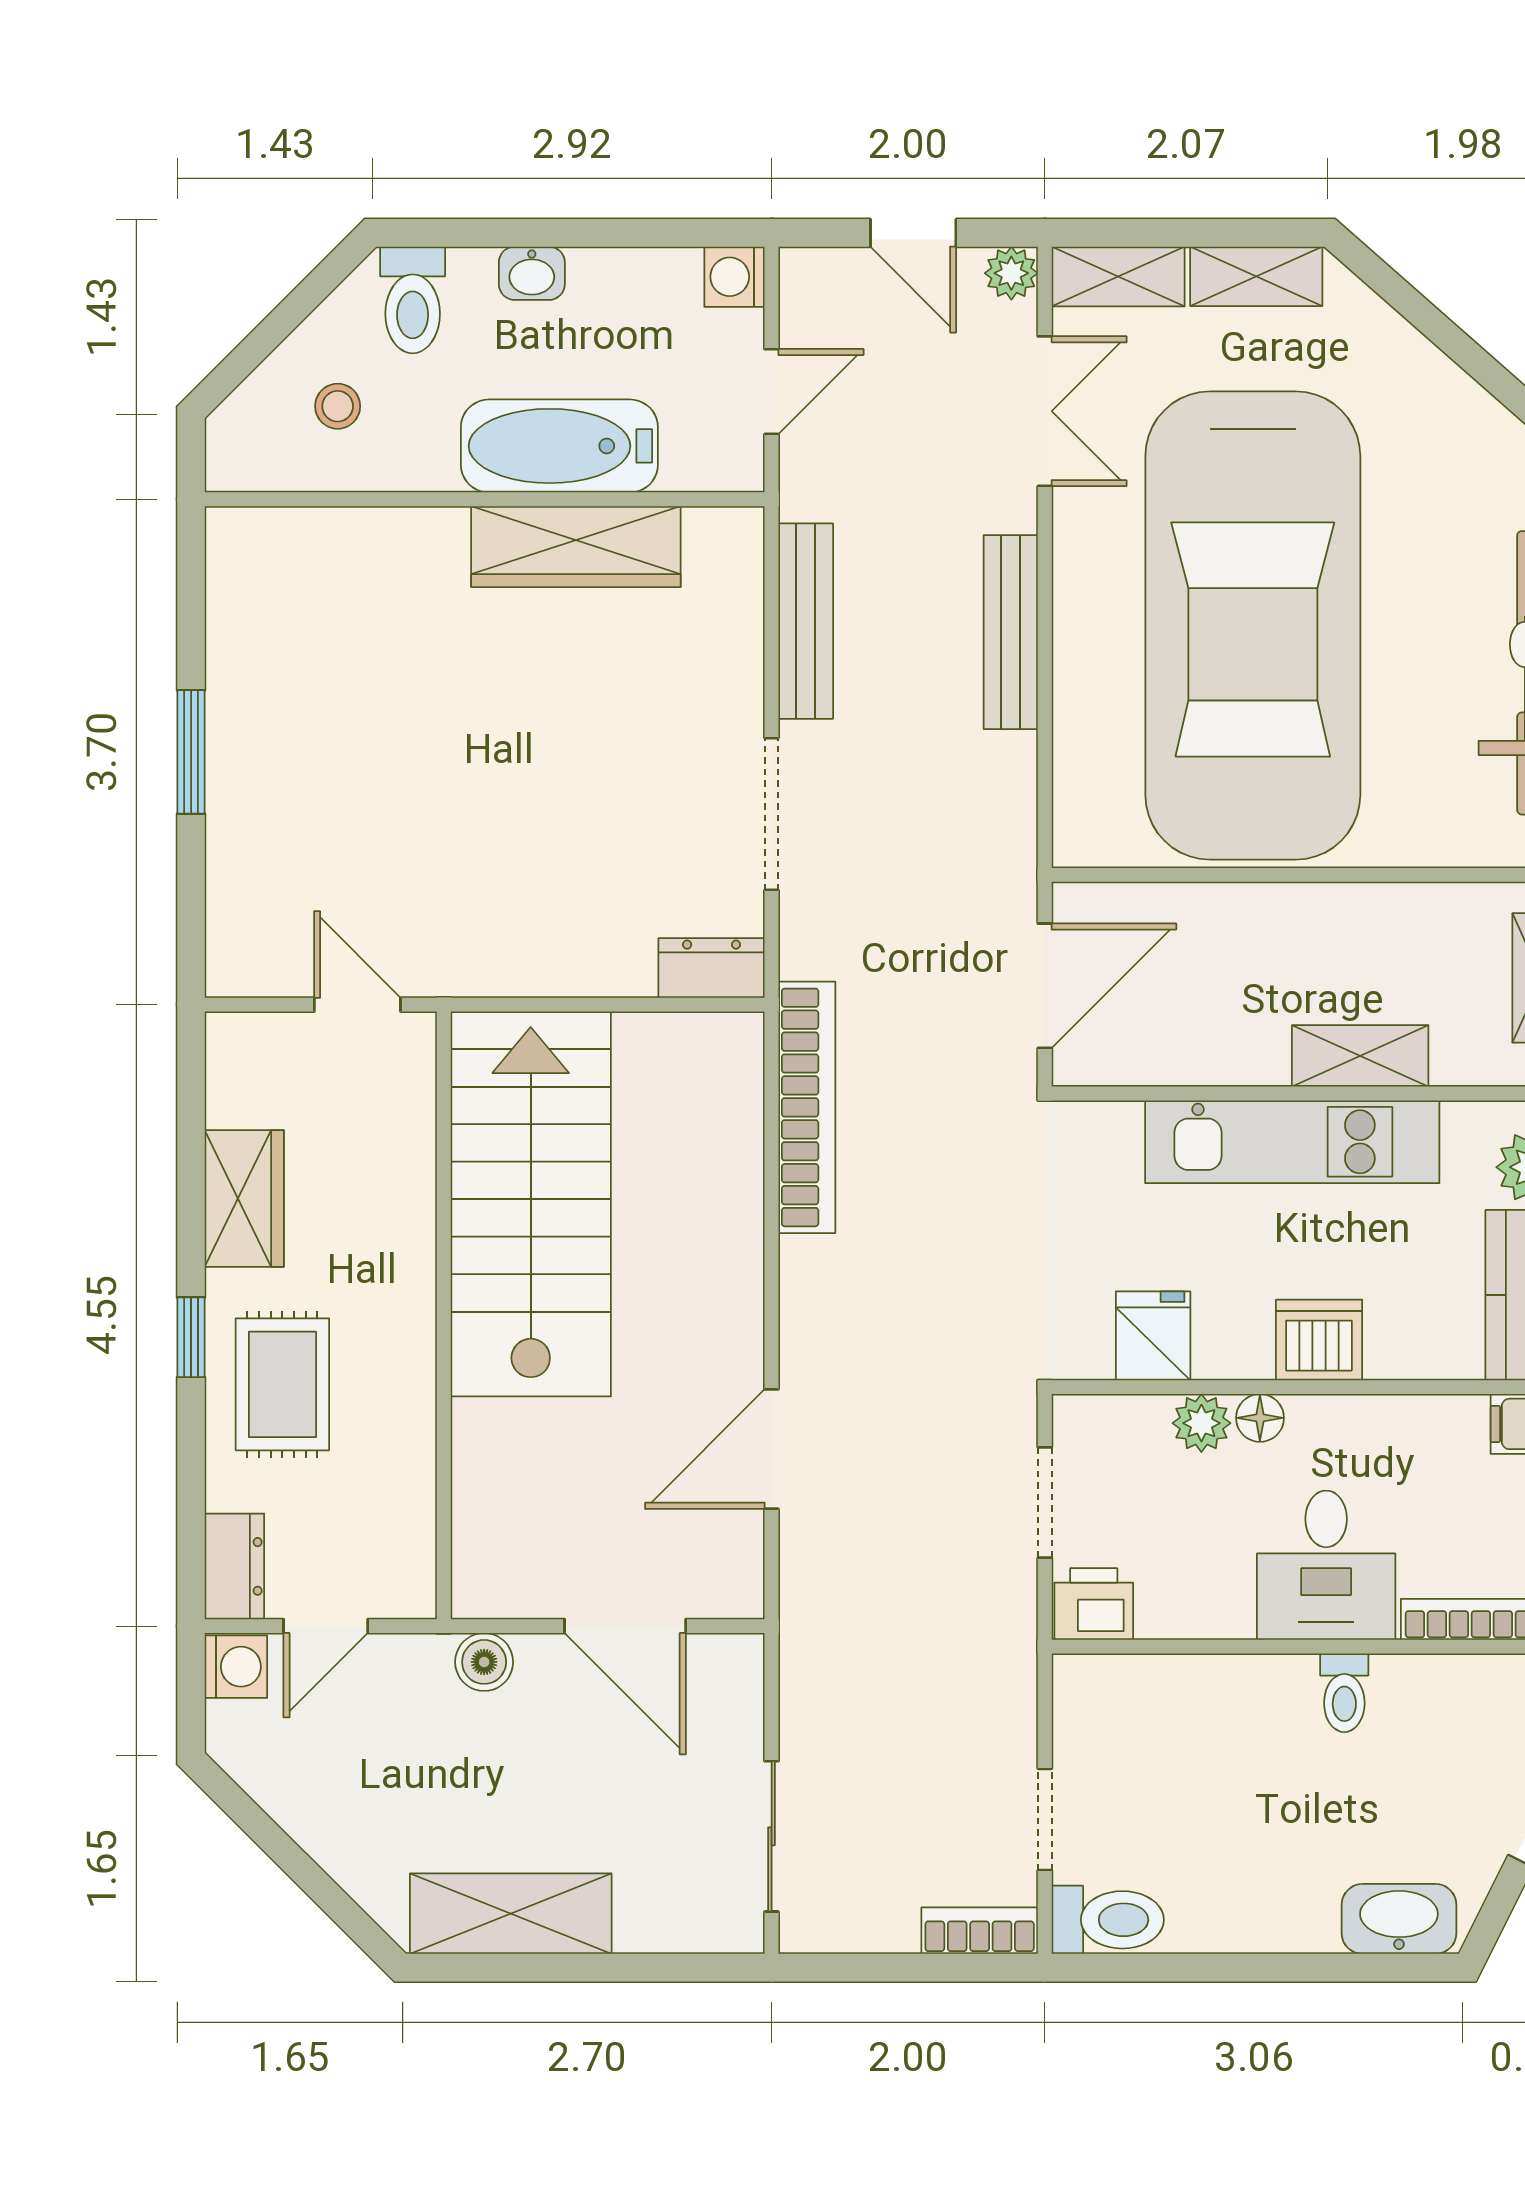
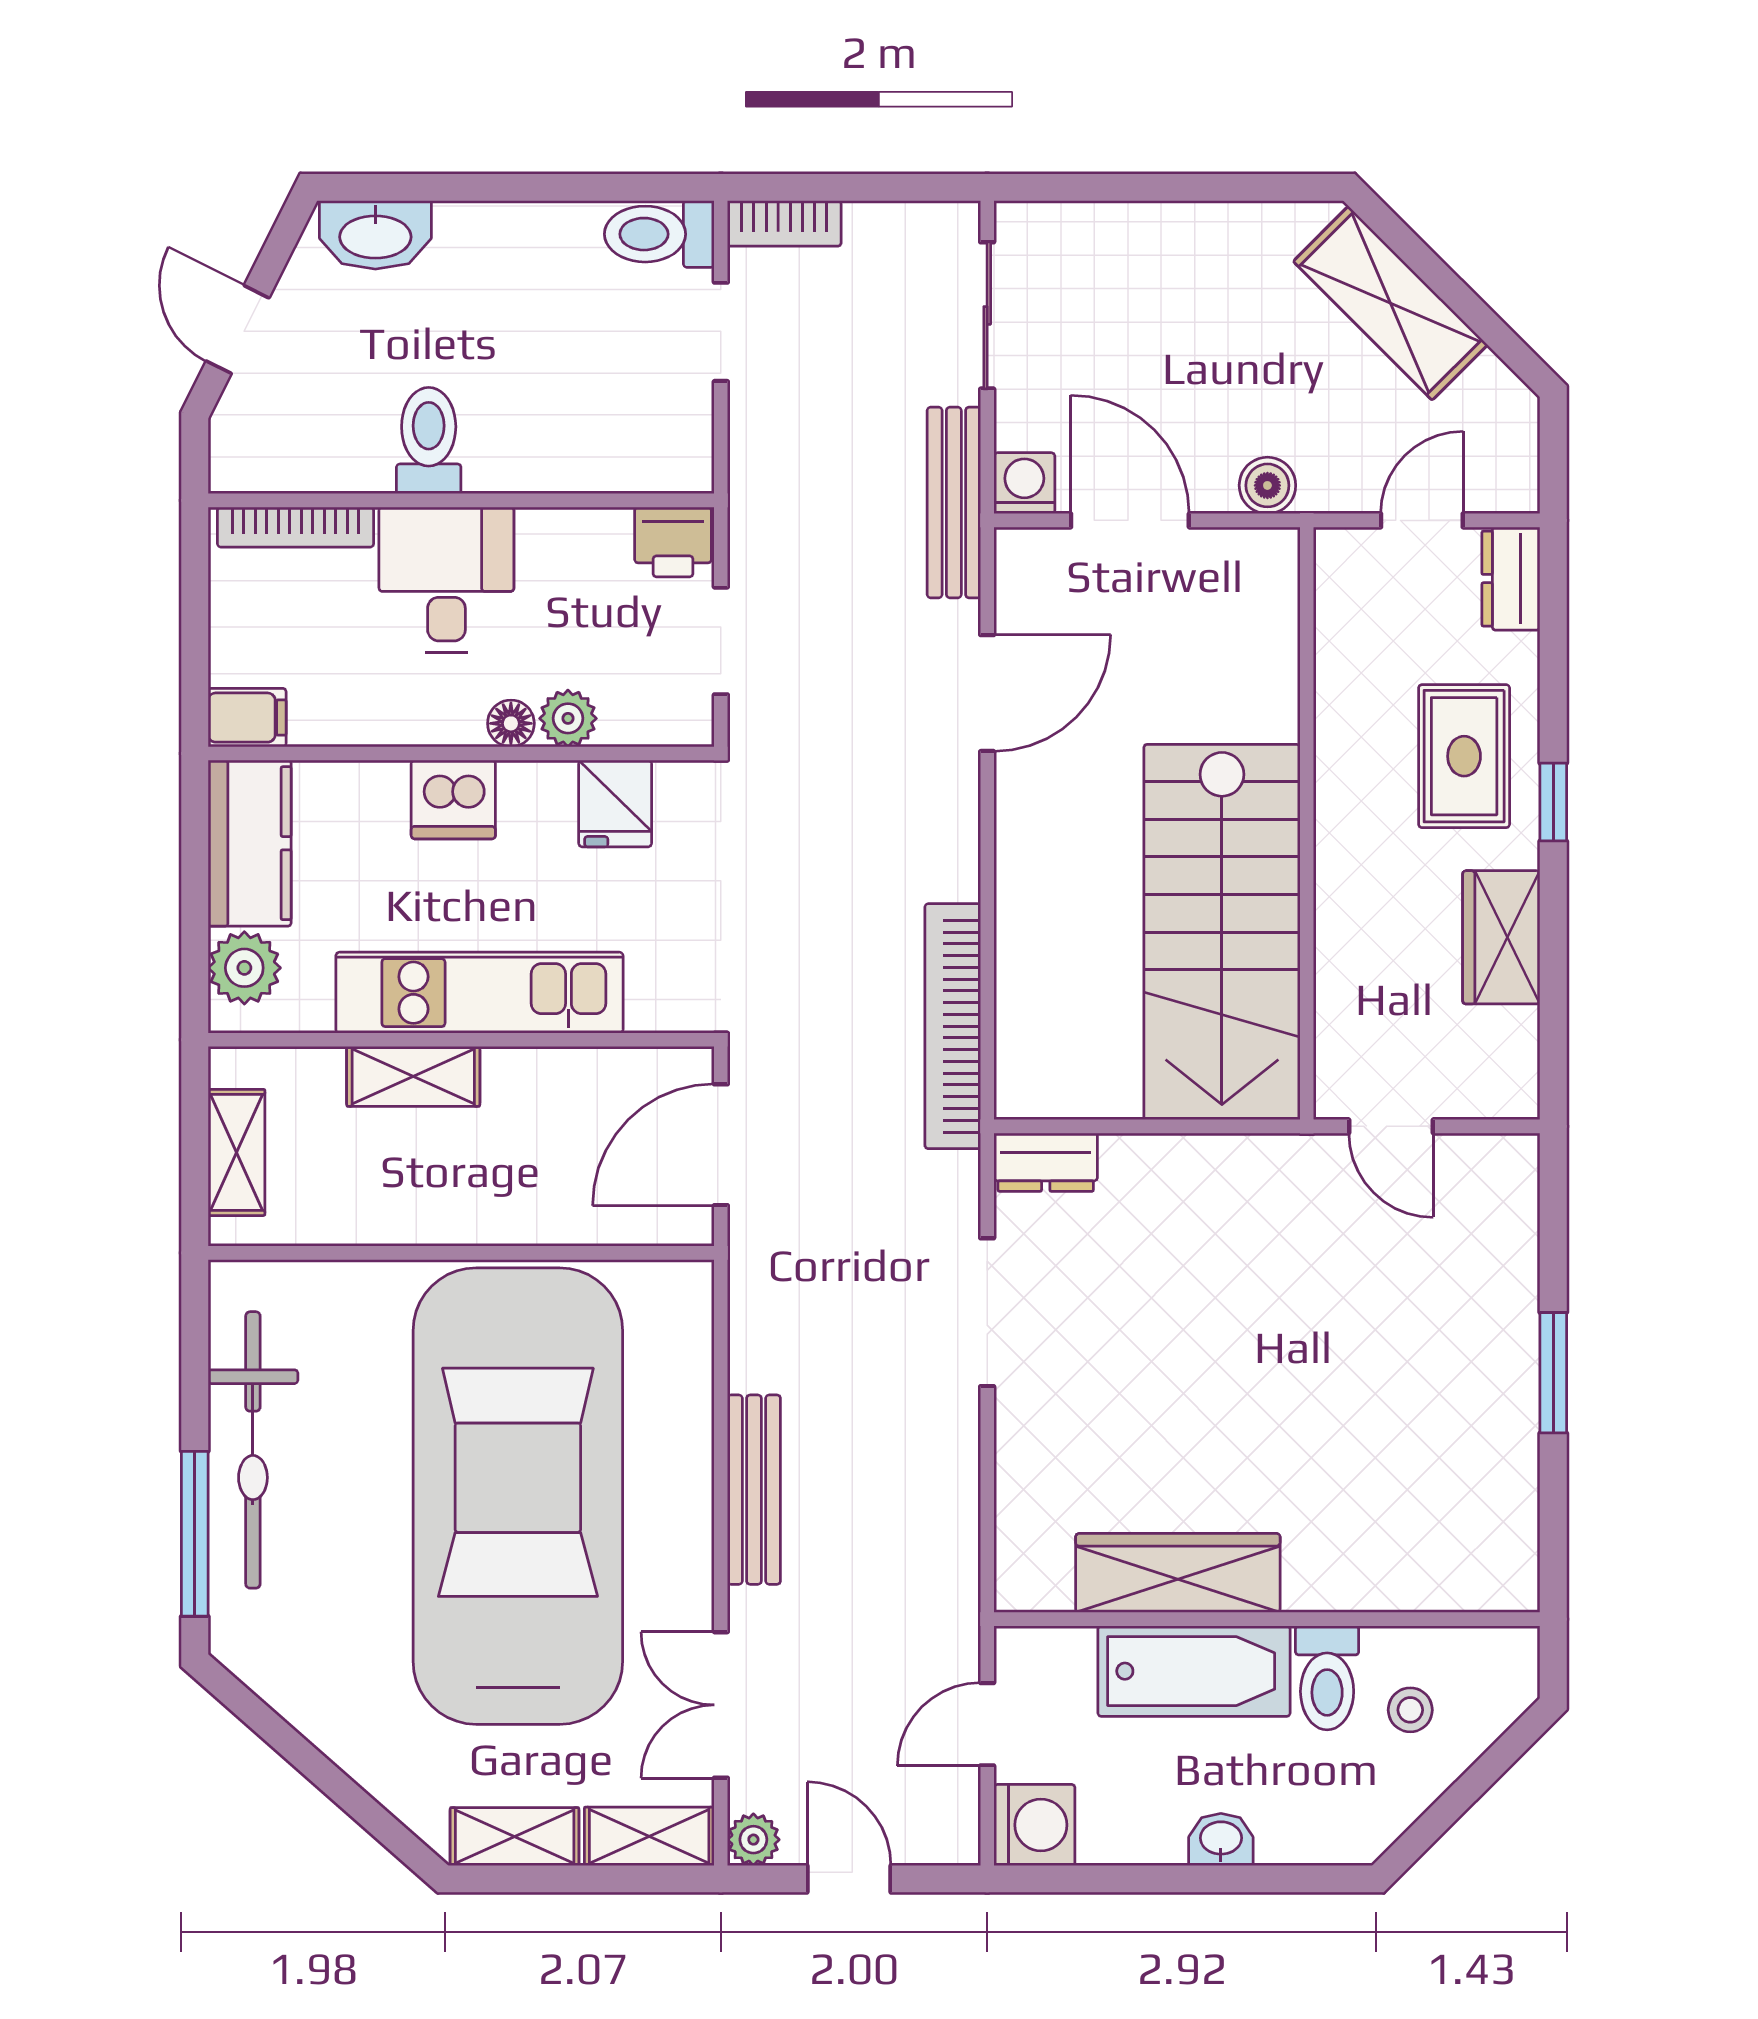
washing machine: (735, 277) -> (1034, 1825), width x1.38, depth x1.38
toilet: (413, 300) -> (1327, 1678), moved, turned 180
bench: (806, 621) -> (954, 502), moved
washing machine: (236, 1667) -> (1024, 483), moved, turned 90
toilet: (1344, 1693) -> (429, 441), width x1.37, depth x1.39
shelving: (511, 1914) -> (1390, 303), moved, turned 45

